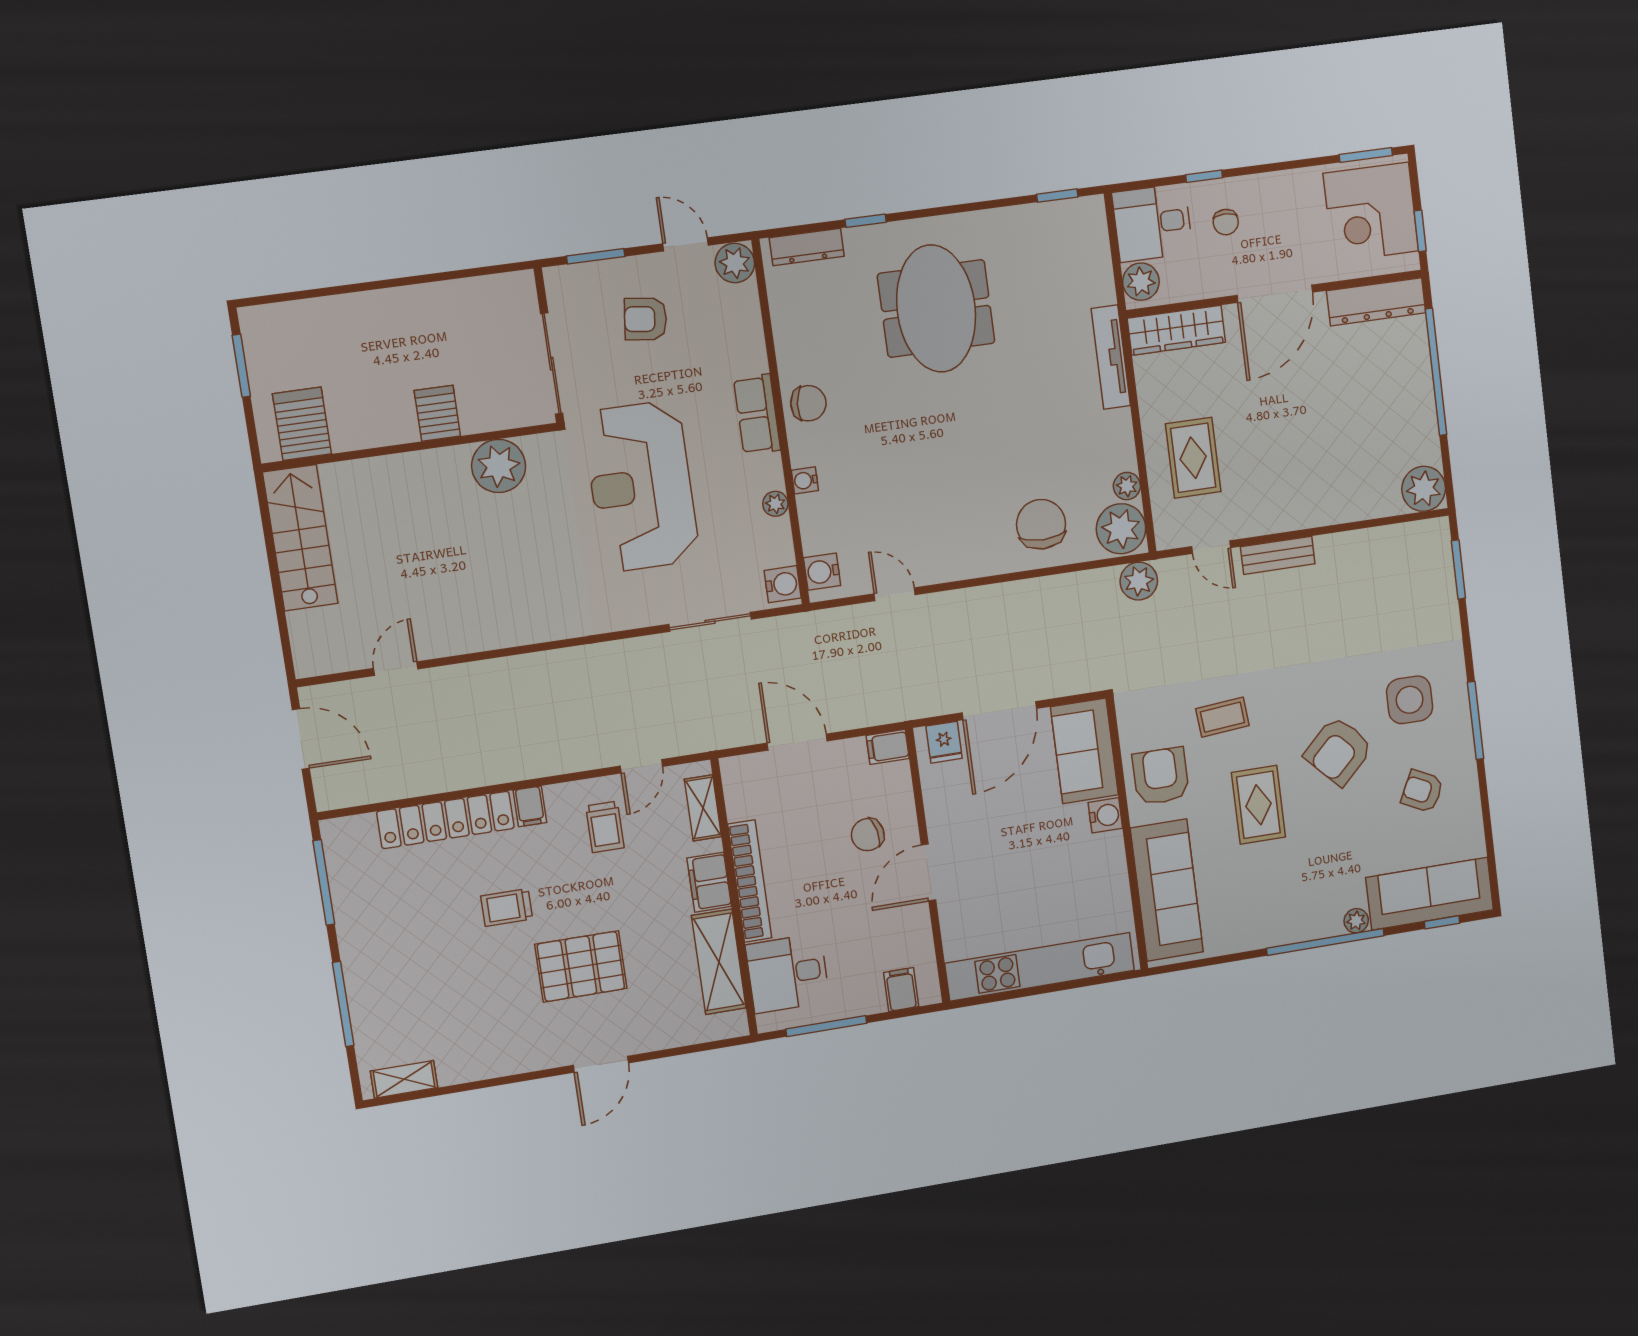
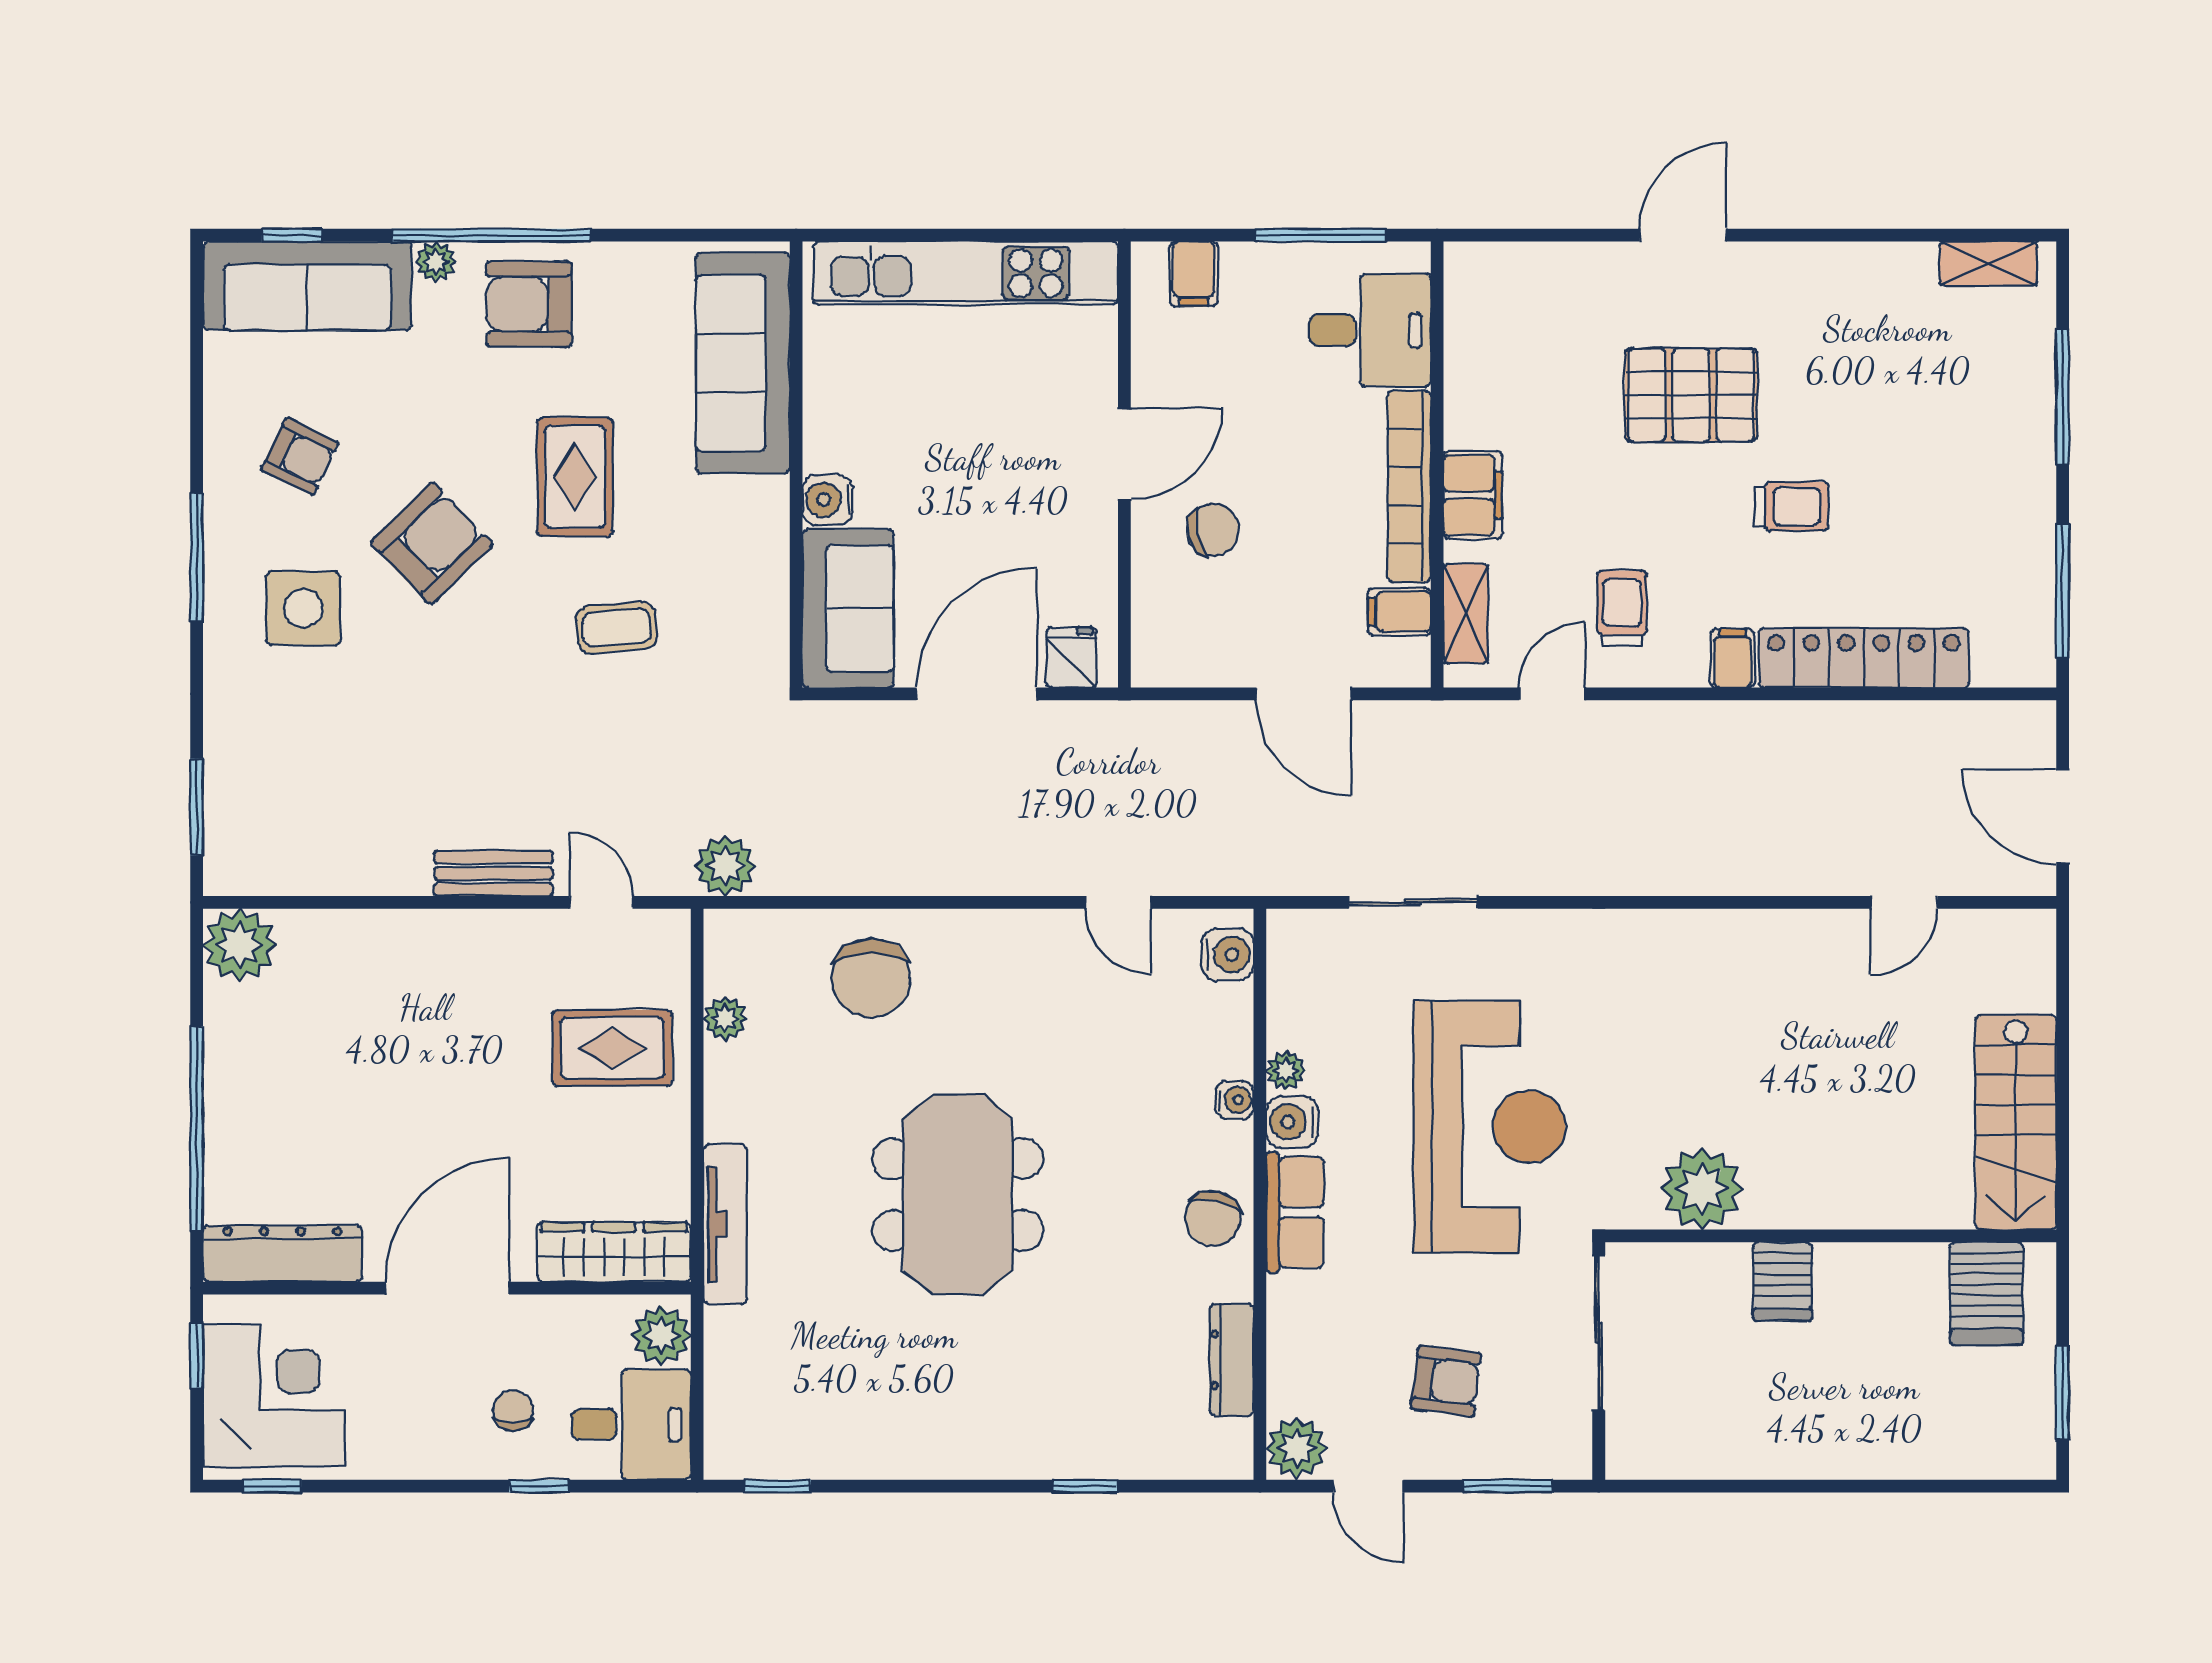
window: (1366, 155) -> (272, 1486), width x0.67
dresser: (807, 247) -> (1232, 1360), moved, turned -90
meeting table: (936, 308) -> (958, 1195), moved
chair: (808, 403) -> (1213, 1218), turned -83
rug: (1193, 458) -> (612, 1048), turned 90
plant: (1121, 529) -> (743, 953), removed
water cooler: (783, 584) -> (1292, 1122), moved
filing cabinet: (888, 747) -> (1399, 612), moved, turned 180
armchair: (1161, 776) -> (529, 304), moved, turned 90
shelving: (719, 962) -> (1476, 366), removed

